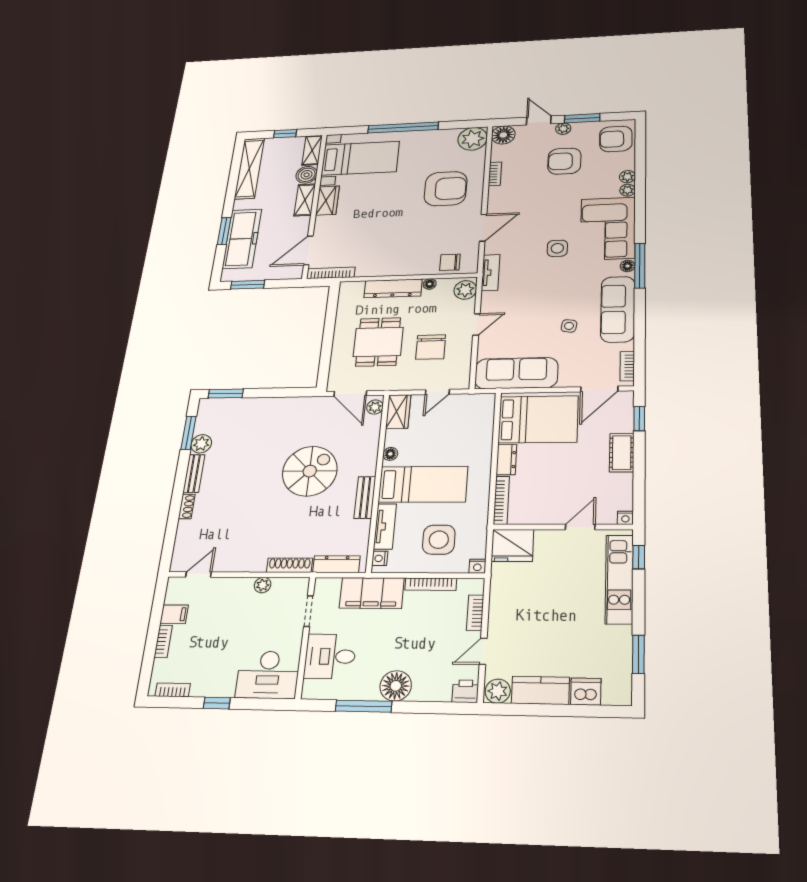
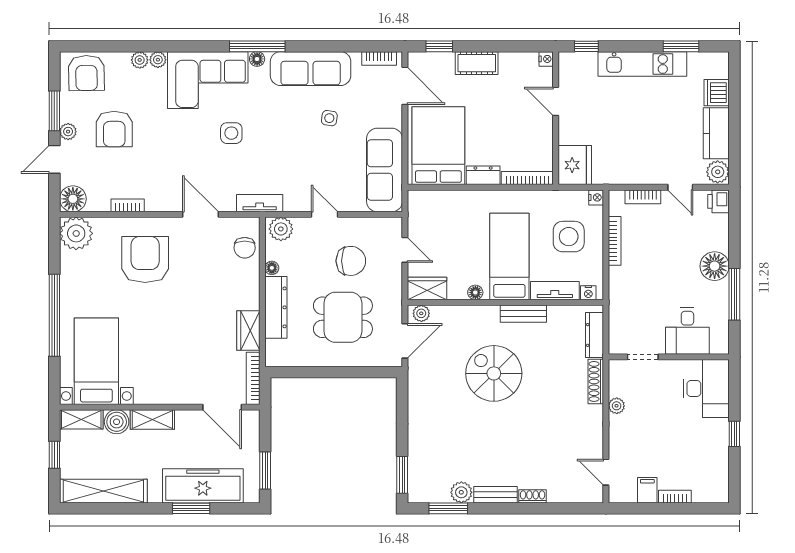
wardrobe: (327, 201) -> (248, 330), moved, turned -90
kitchen unit: (619, 579) -> (642, 64), moved
filing cabinet: (372, 593) -> (624, 297), removed
bookcase: (173, 690) -> (722, 479), removed

